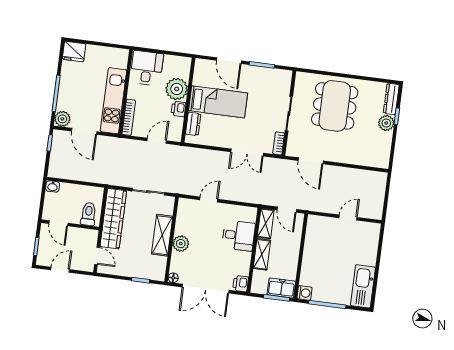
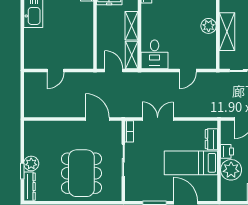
desk: (238, 236) -> (155, 54), moved, turned -90

